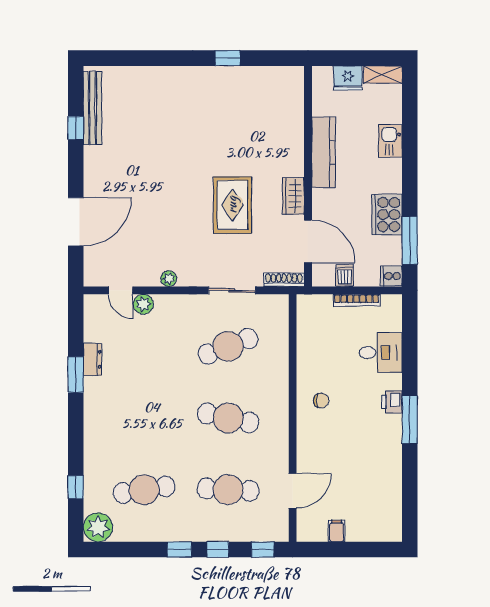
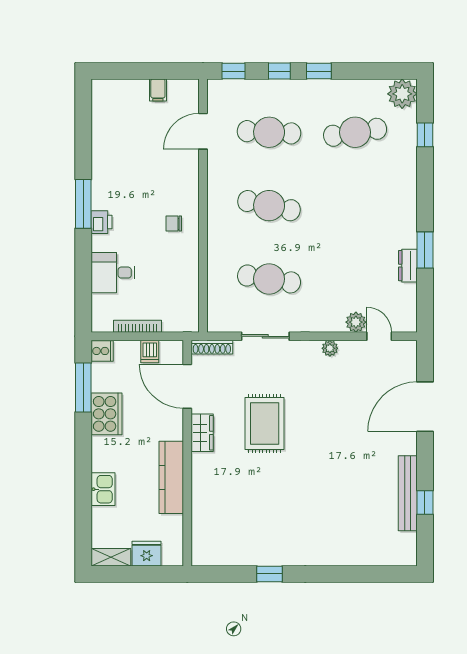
bench: (93, 108) -> (408, 493), moved
cafe table: (228, 346) -> (269, 279), turned 30

